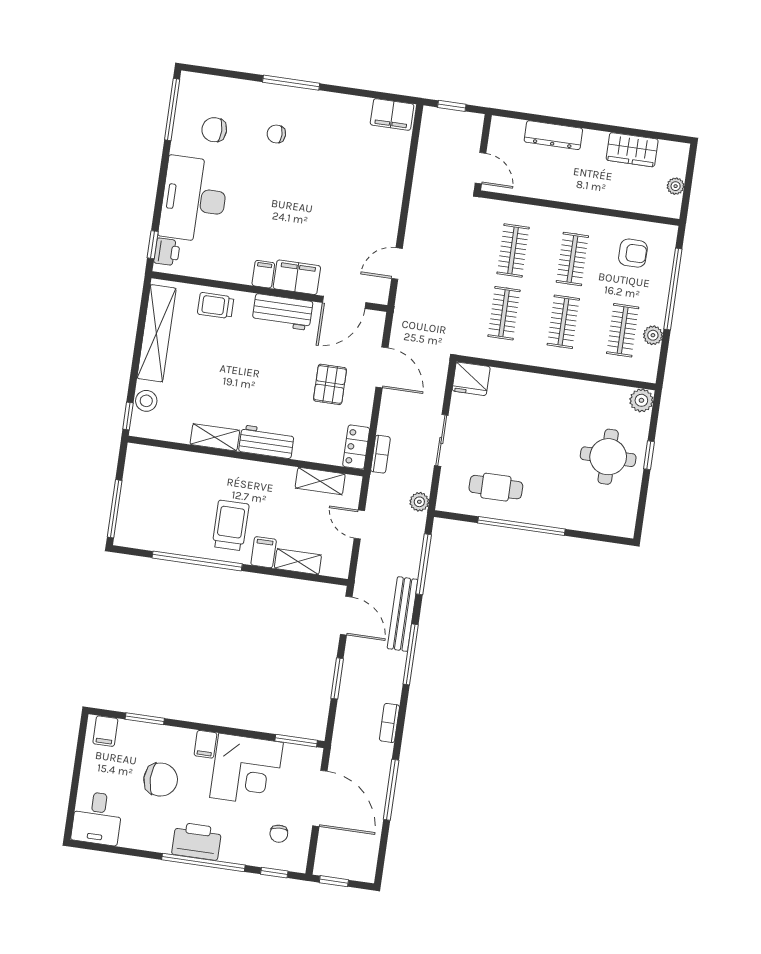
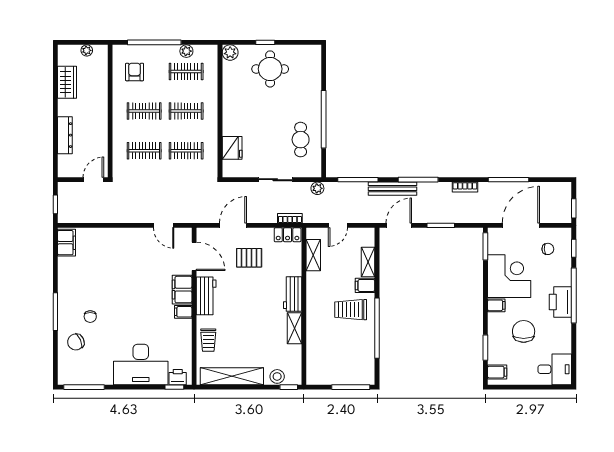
chair: (214, 130) -> (76, 342), moved, turned 66
fridge: (471, 379) -> (232, 148), moved

